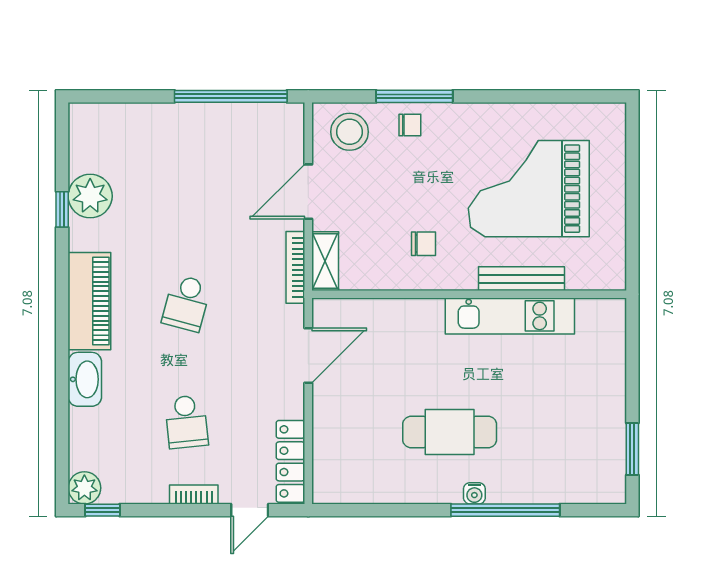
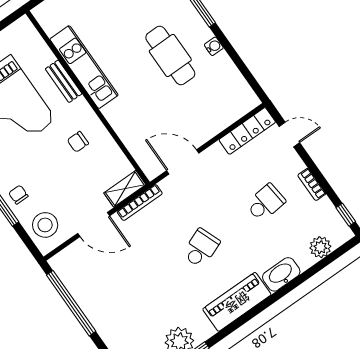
chair: (423, 244) -> (78, 142), turned -90
bench: (522, 279) -> (64, 81), width x0.73
school desk: (186, 303) -> (201, 248), turned -36
plant: (84, 488) -> (320, 247), moved
water cooler: (474, 493) -> (214, 46), moved
bookcase: (194, 494) -> (312, 184), moved

